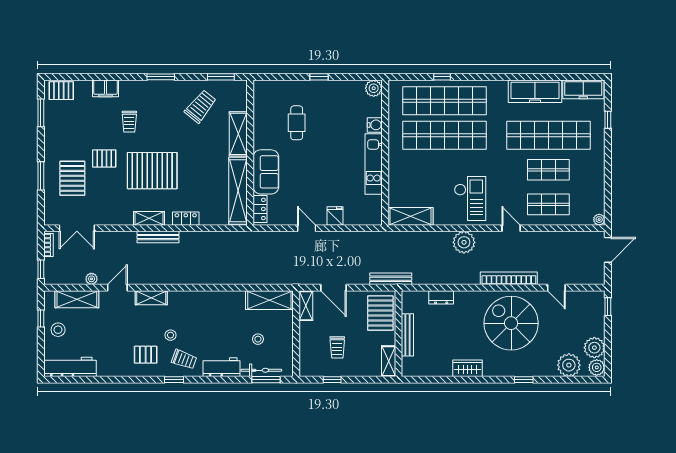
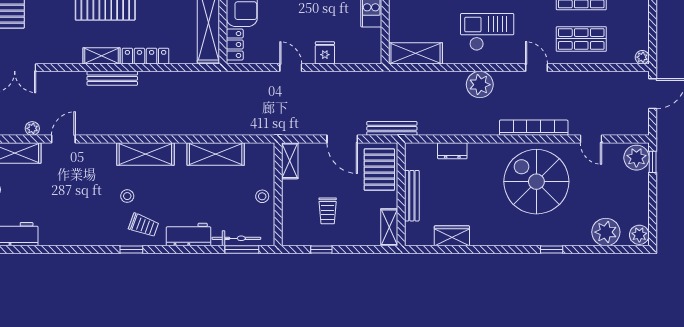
checkout: (470, 198) -> (487, 32), turned -90
locker: (186, 219) -> (146, 56), width x1.53
door: (333, 288) -> (342, 139), moved
shelving: (151, 298) -> (145, 154), moved, width x1.50, depth x1.33
shelving: (269, 300) -> (216, 154), moved
stool: (258, 339) -> (262, 196), moved
plant: (594, 348) -> (636, 158), moved
pallet: (146, 355) -> (97, 220), removed
wardrobe: (468, 368) -> (452, 236), moved

